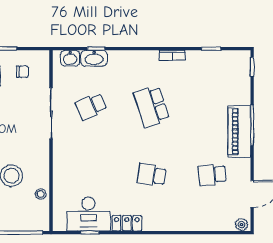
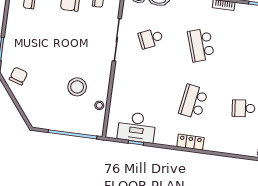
school desk: (152, 175) -> (193, 102), width x1.85
locker: (127, 223) -> (190, 142), moved

